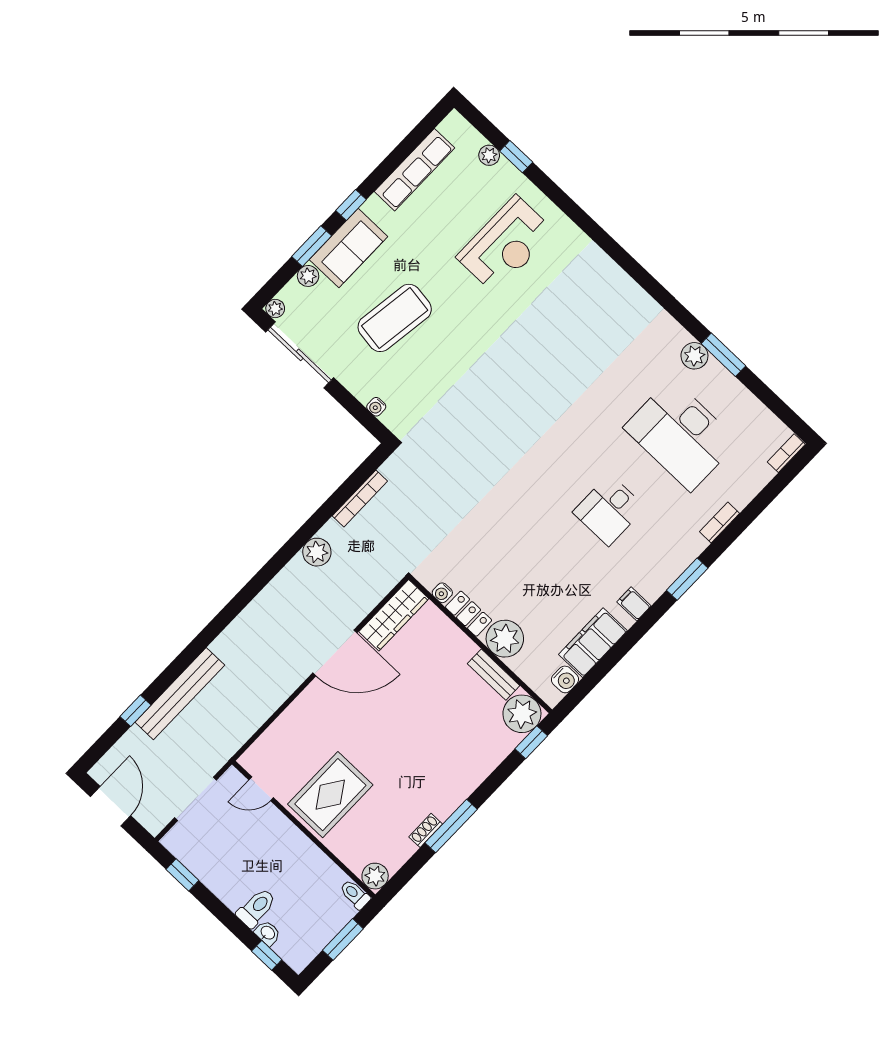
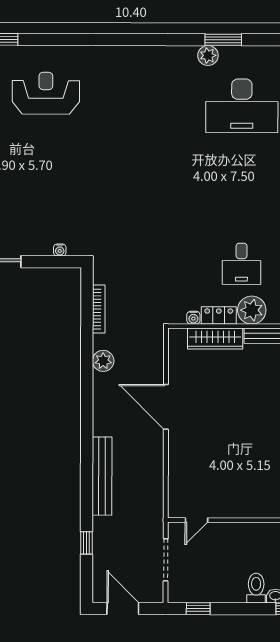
reception desk: (505, 244) -> (46, 93), turned -90
coffee table: (395, 318) -> (23, 192), removed
desk: (609, 510) -> (242, 264), moved
wardrobe: (394, 615) -> (215, 339), moved, turned 90
door: (335, 653) -> (166, 407), swing flipped
bench: (180, 694) -> (102, 476), moved
rug: (330, 795) -> (237, 487), removed

